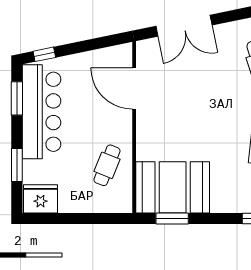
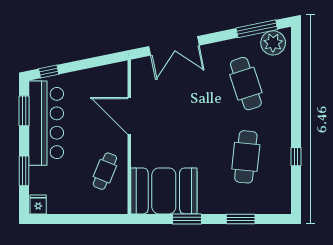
door: (134, 89) -> (129, 116), moved
fridge: (41, 199) -> (38, 204), width x0.53, depth x0.75
window: (172, 219) -> (187, 219), moved

